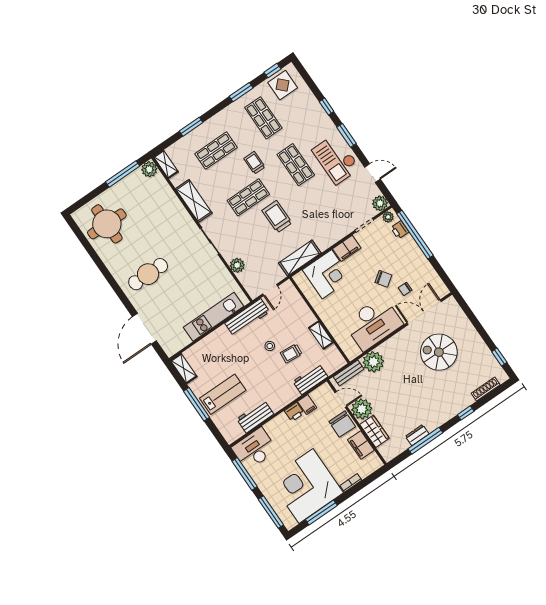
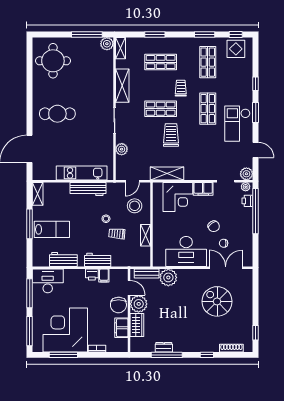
stool: (290, 313) -> (135, 206), added
workbench: (247, 317) -> (88, 189), moved
workbench: (310, 379) -> (98, 260), moved

